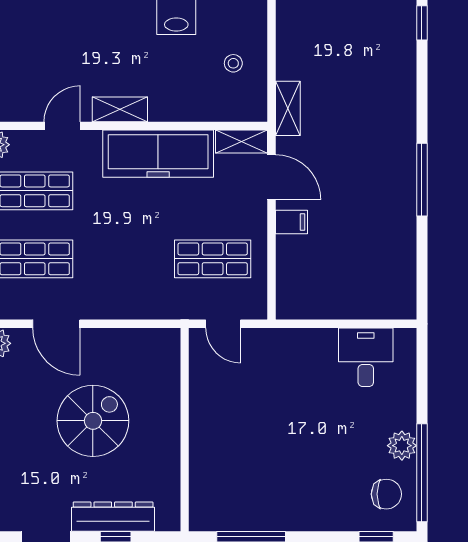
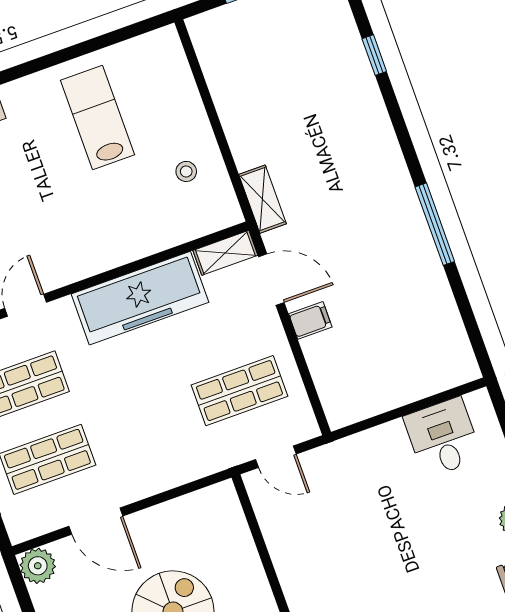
shelving: (120, 109) -> (82, 265), removed

